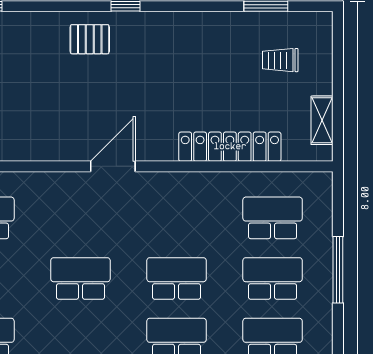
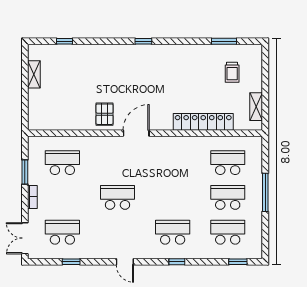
pallet: (90, 39) -> (105, 114), moved, turned 90
trolley: (280, 60) -> (232, 72), turned -90
school desk: (177, 278) -> (173, 197), removed

